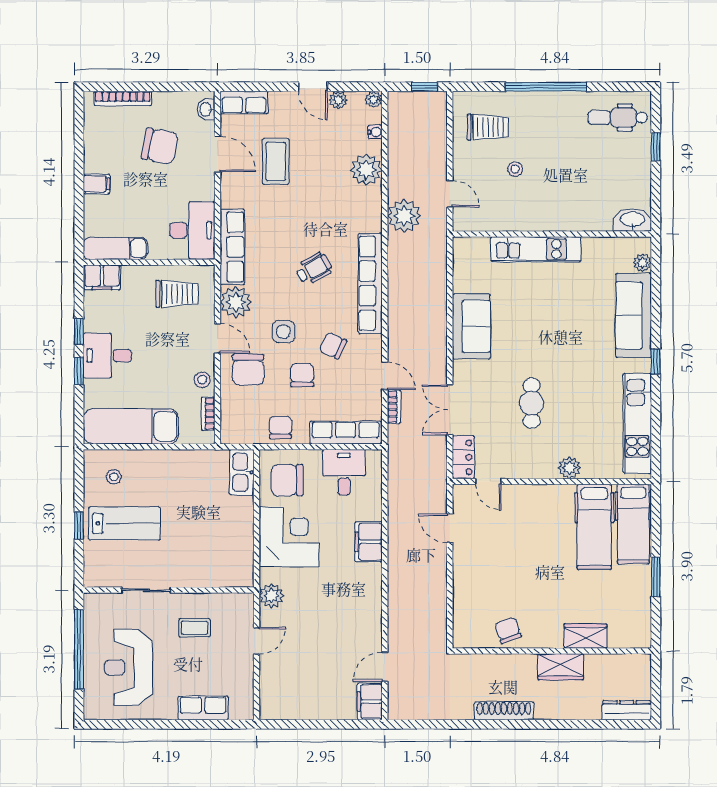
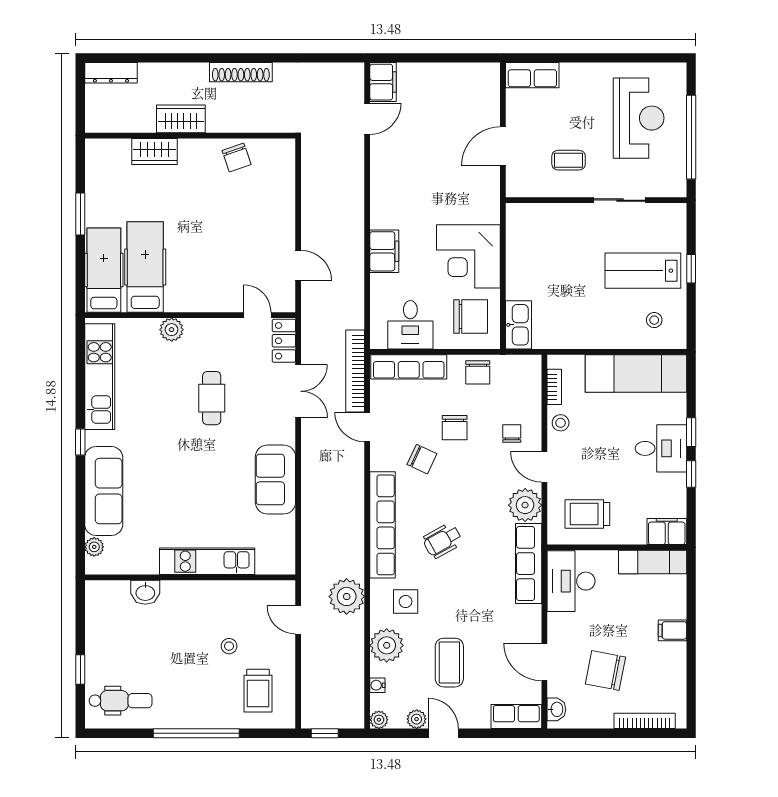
trolley: (488, 127) -> (258, 691), turned -90
coffee table: (276, 161) -> (449, 663), moved
washbasin: (633, 220) -> (145, 592), moved, width x0.72
side table: (284, 332) -> (406, 602), moved
chair: (248, 370) -> (512, 434), width x0.54, depth x0.54
bookcase: (394, 407) -> (355, 371), width x2.31, depth x1.31
plant: (271, 596) -> (487, 194), removed
door: (257, 641) -> (503, 146), width x1.38
row of seats: (203, 708) -> (532, 75), moved

